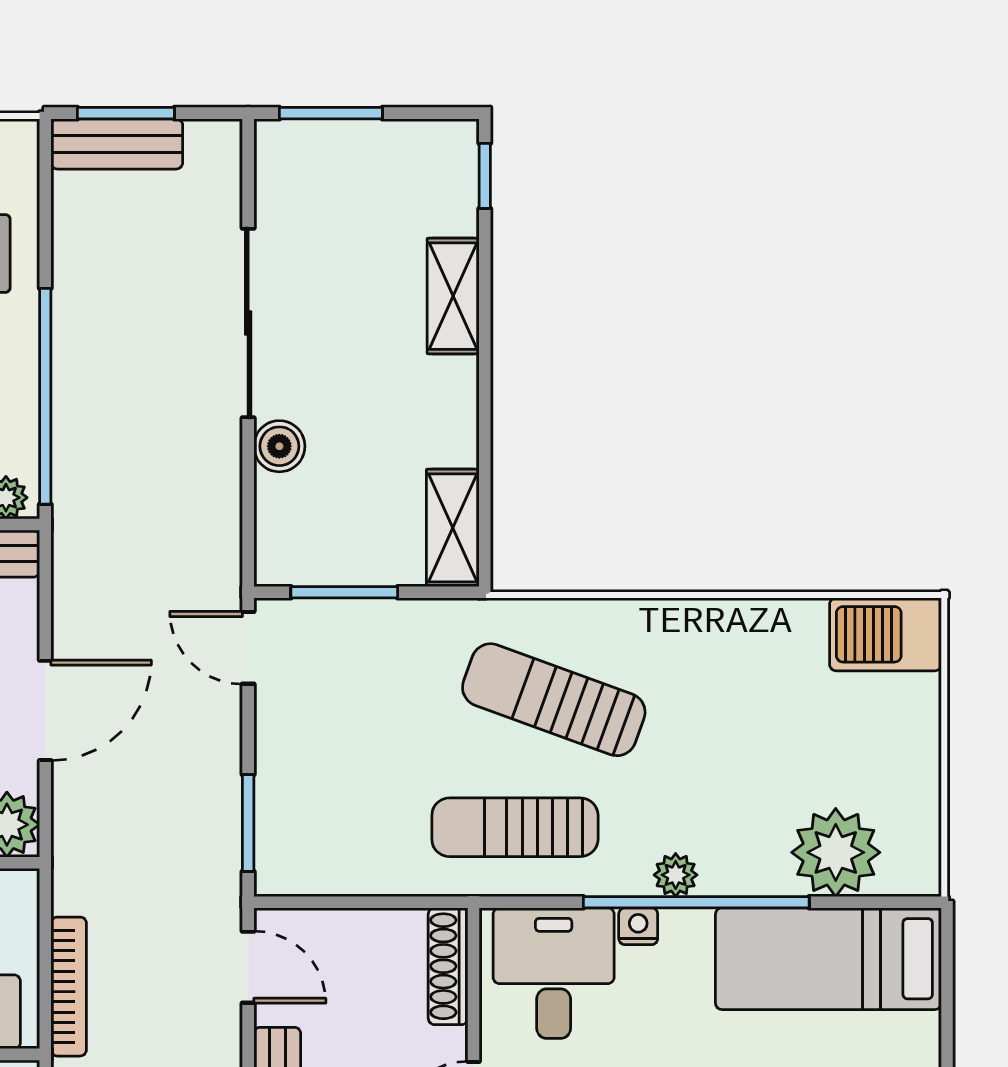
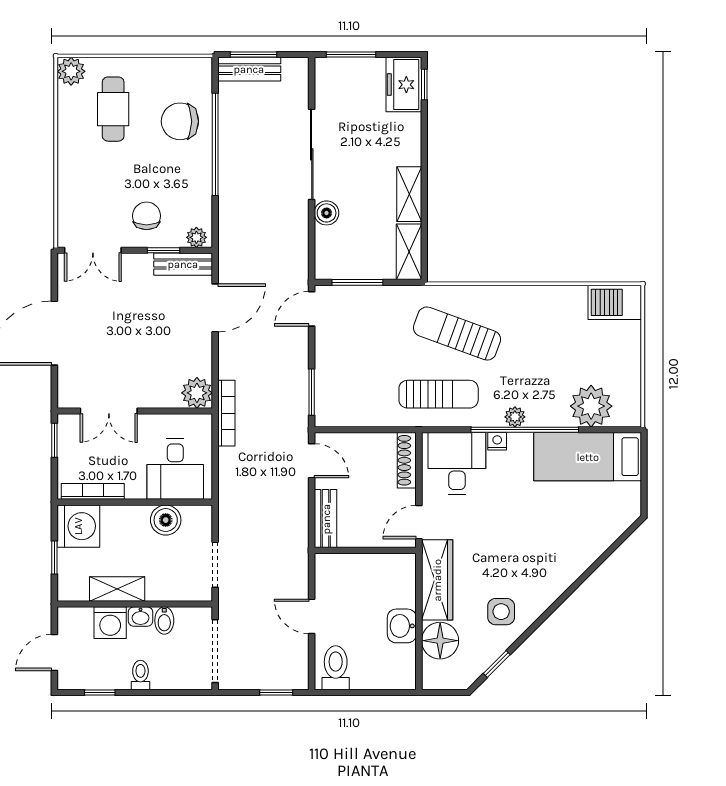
freezer: (442, 176) -> (404, 85), added
shelving: (453, 296) -> (409, 194), moved
window: (45, 396) -> (215, 144), moved
door: (248, 648) -> (312, 309), hinge flipped
door: (45, 710) -> (215, 308), moved
sun lounger: (515, 827) -> (439, 394), turned 180
bookcase: (69, 987) -> (226, 413), moved

